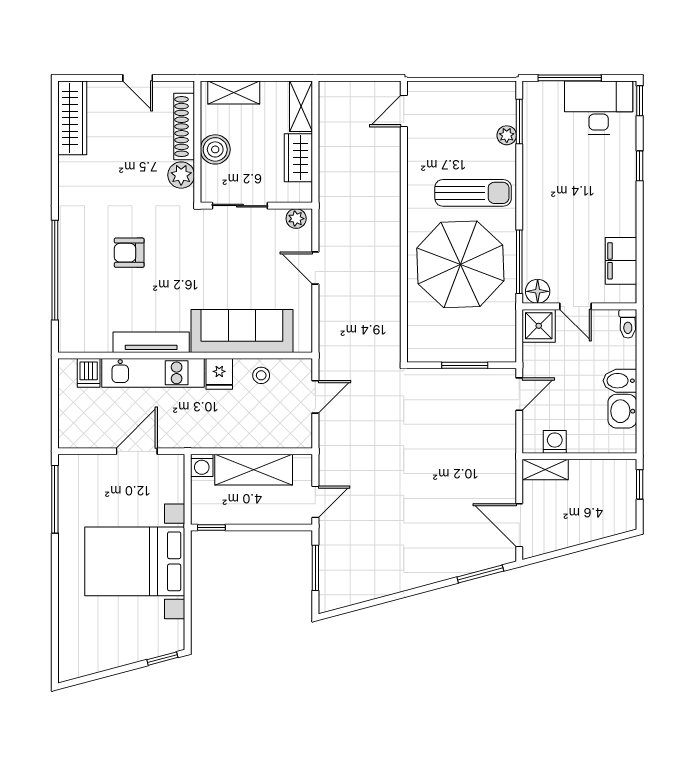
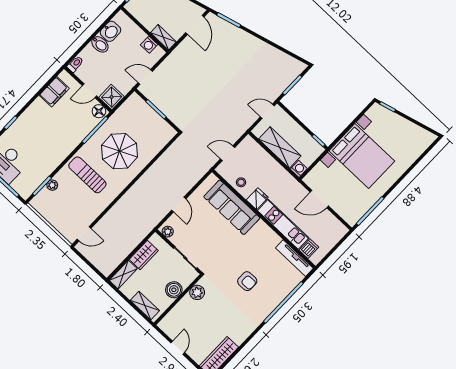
shoe rack: (184, 127) -> (178, 311), removed
parasol: (460, 264) -> (120, 151), width x0.73, depth x0.73
door: (576, 306) -> (89, 91), swing flipped
tv unit: (151, 342) -> (294, 258), moved

